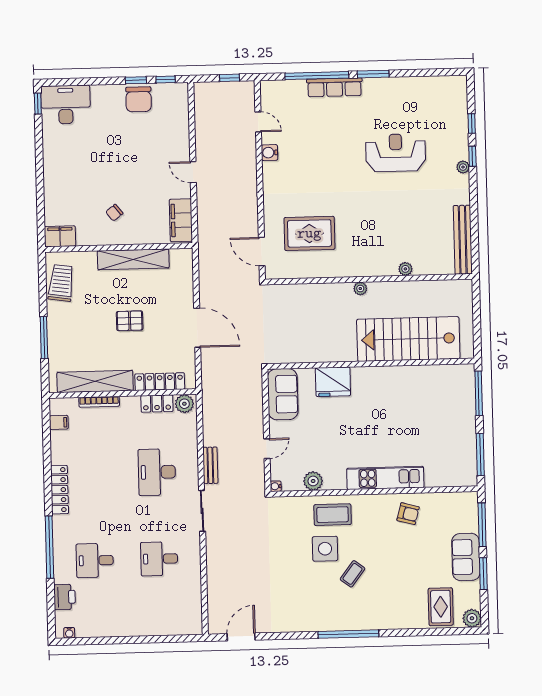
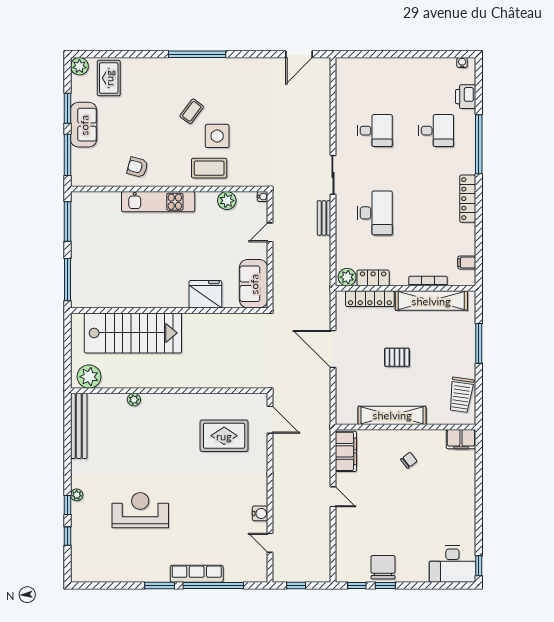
reception desk: (396, 153) -> (140, 510), turned 180
plant: (360, 289) -> (89, 377), moved, width x1.88, depth x1.88

